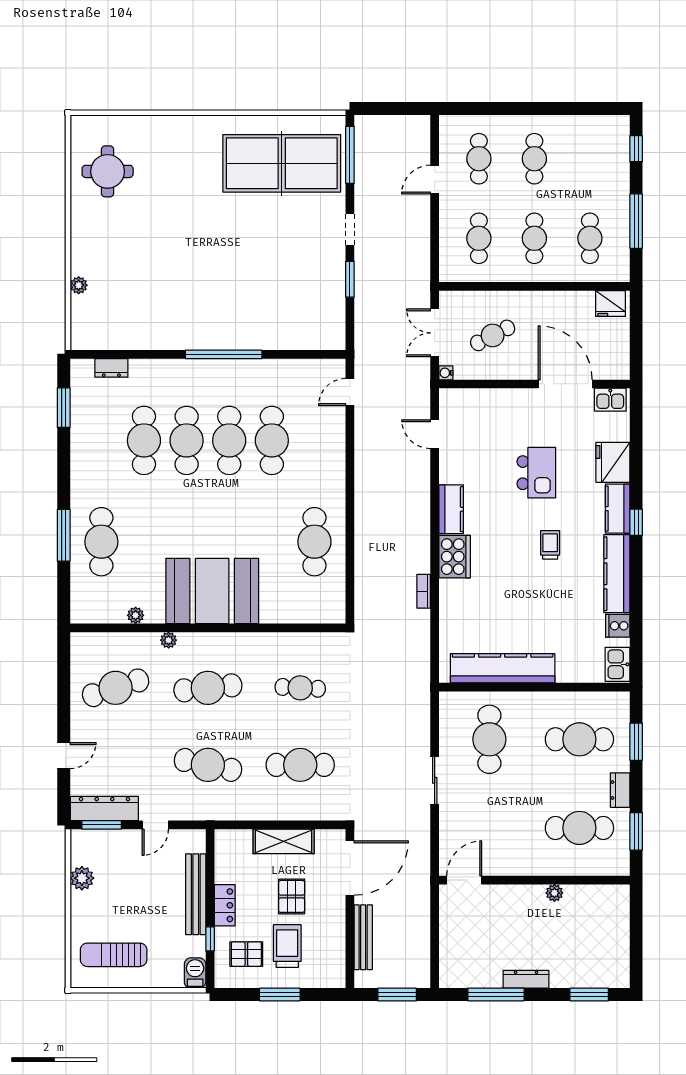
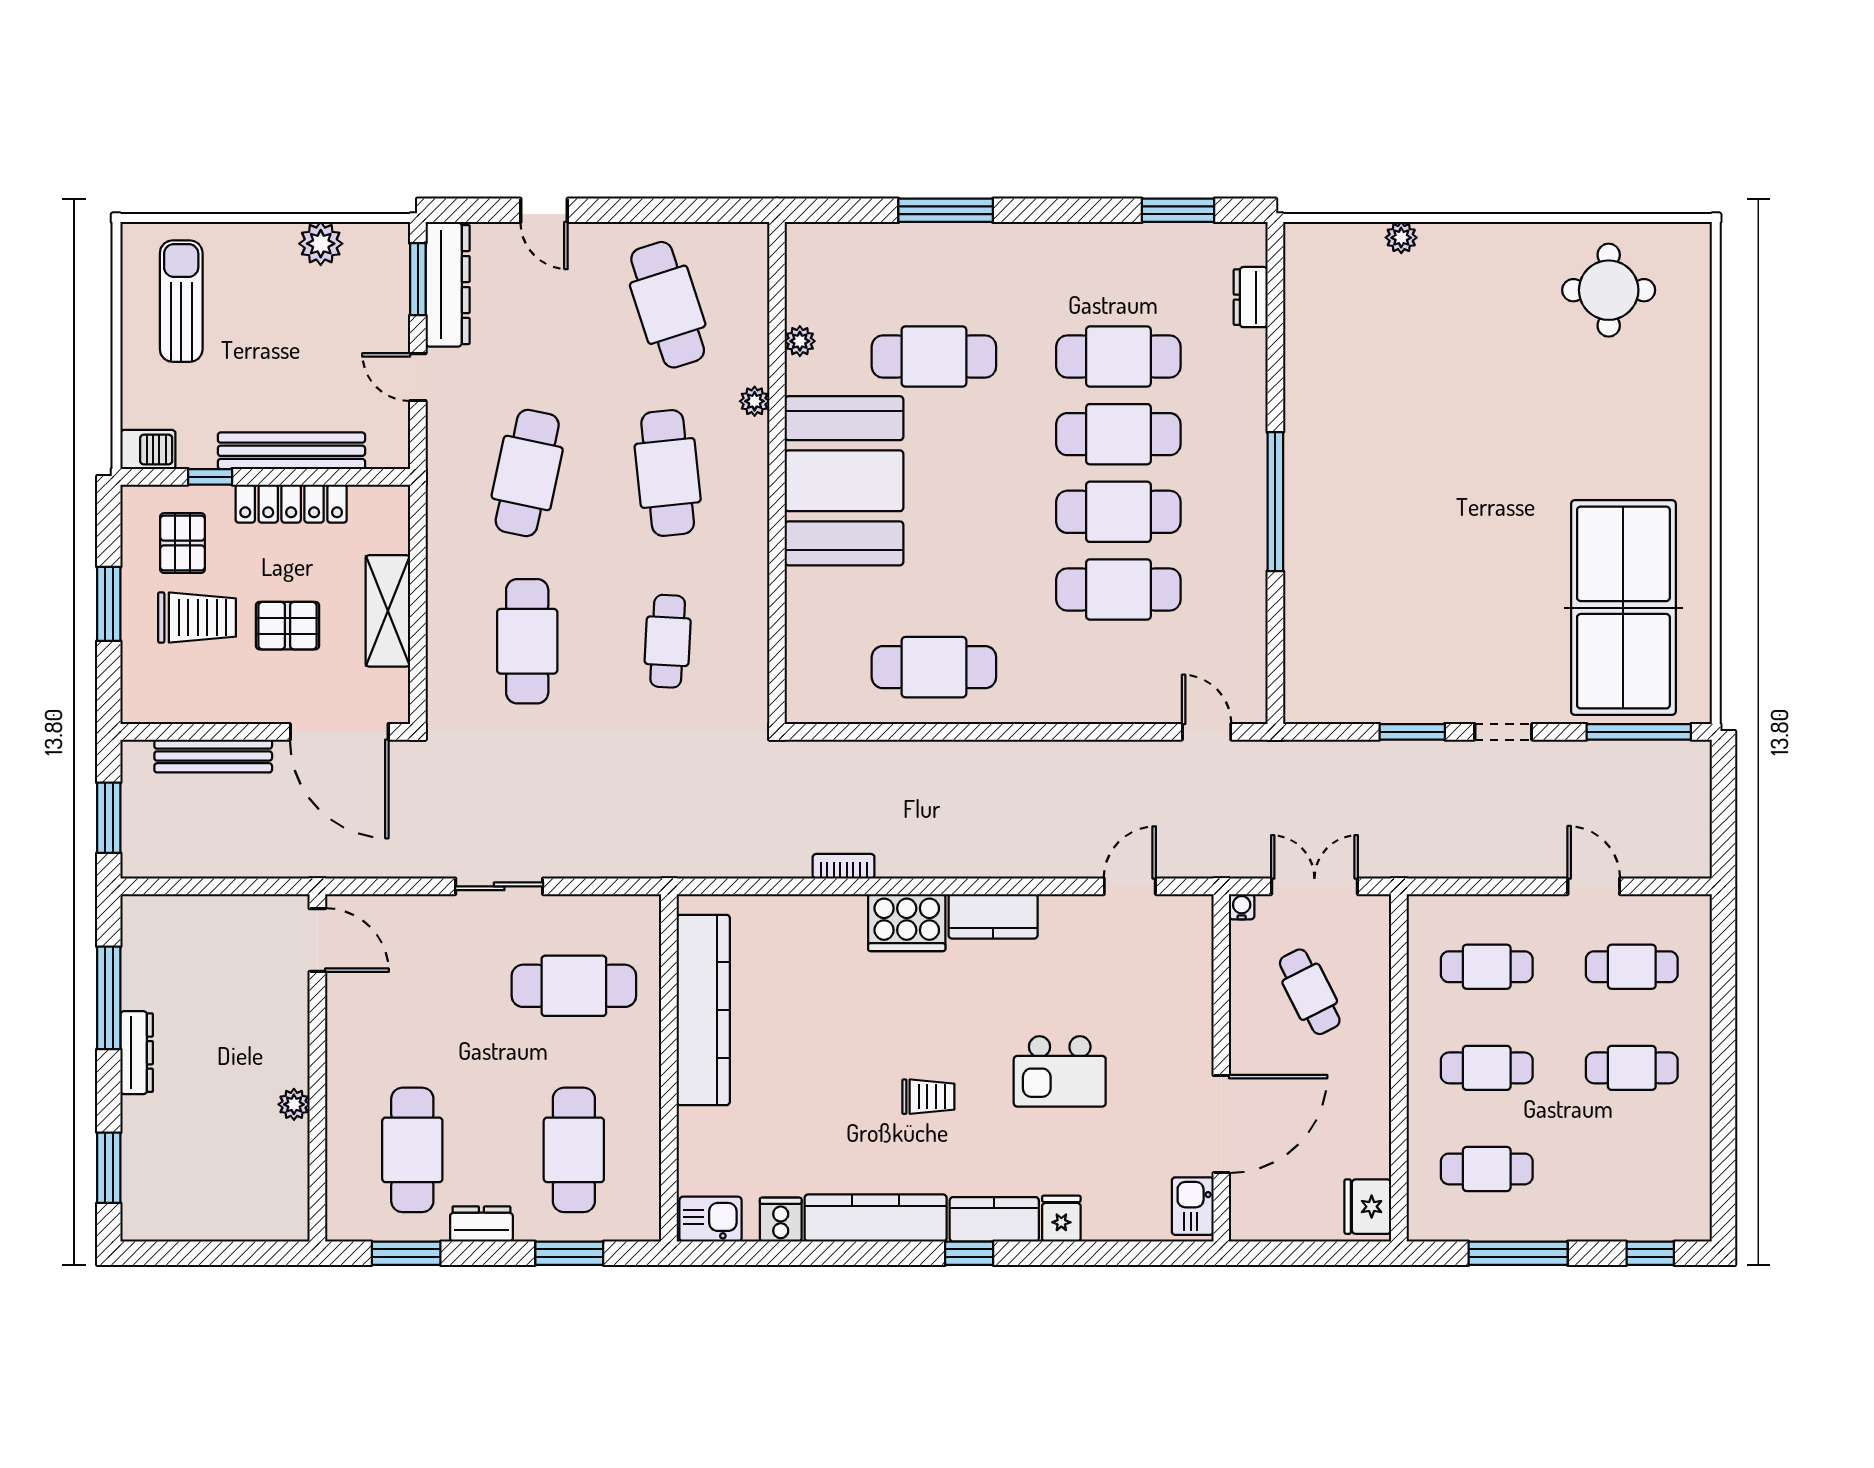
fridge: (613, 462) -> (1061, 1219), width x0.53, depth x0.75
cafe table: (101, 542) -> (934, 356), moved
locker: (225, 905) -> (291, 504), width x1.53

